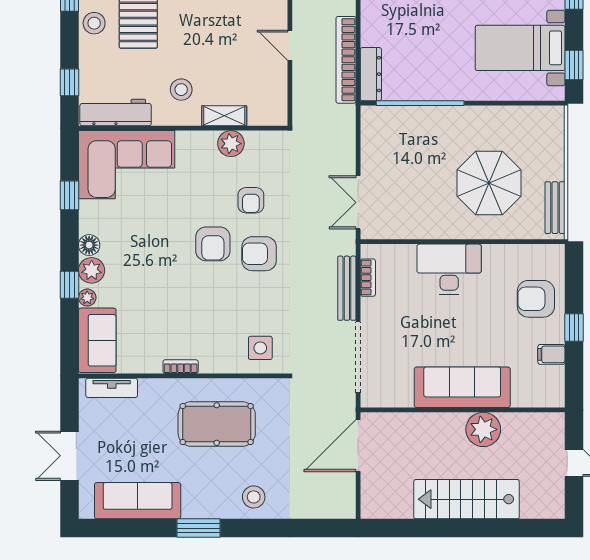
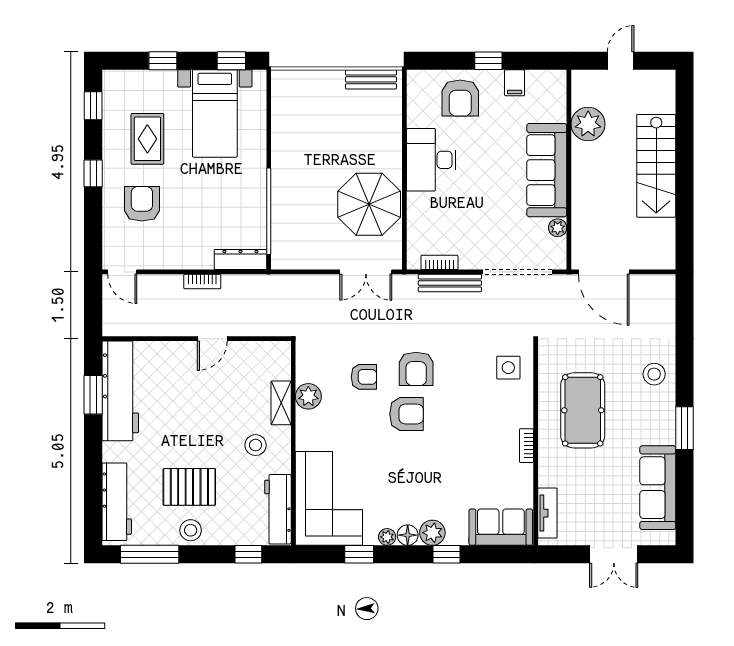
bookcase: (346, 60) -> (202, 282), width x0.43, depth x0.76
parasol: (489, 183) -> (369, 204), moved
desk: (449, 269) -> (431, 160), moved
plant: (87, 298) -> (387, 537), moved
plant: (403, 398) -> (558, 228), added
plant: (483, 429) -> (588, 124), moved

